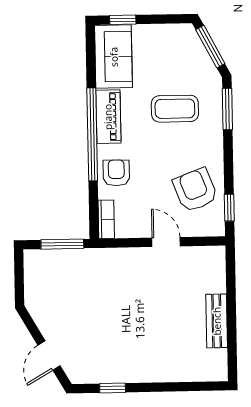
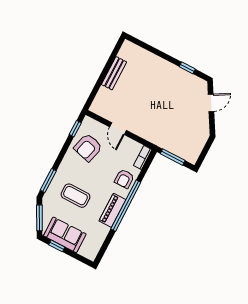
window: (123, 20) -> (57, 246), moved
sofa: (114, 57) -> (65, 235), moved, turned 90
armchair: (195, 190) -> (88, 148), turned 36

